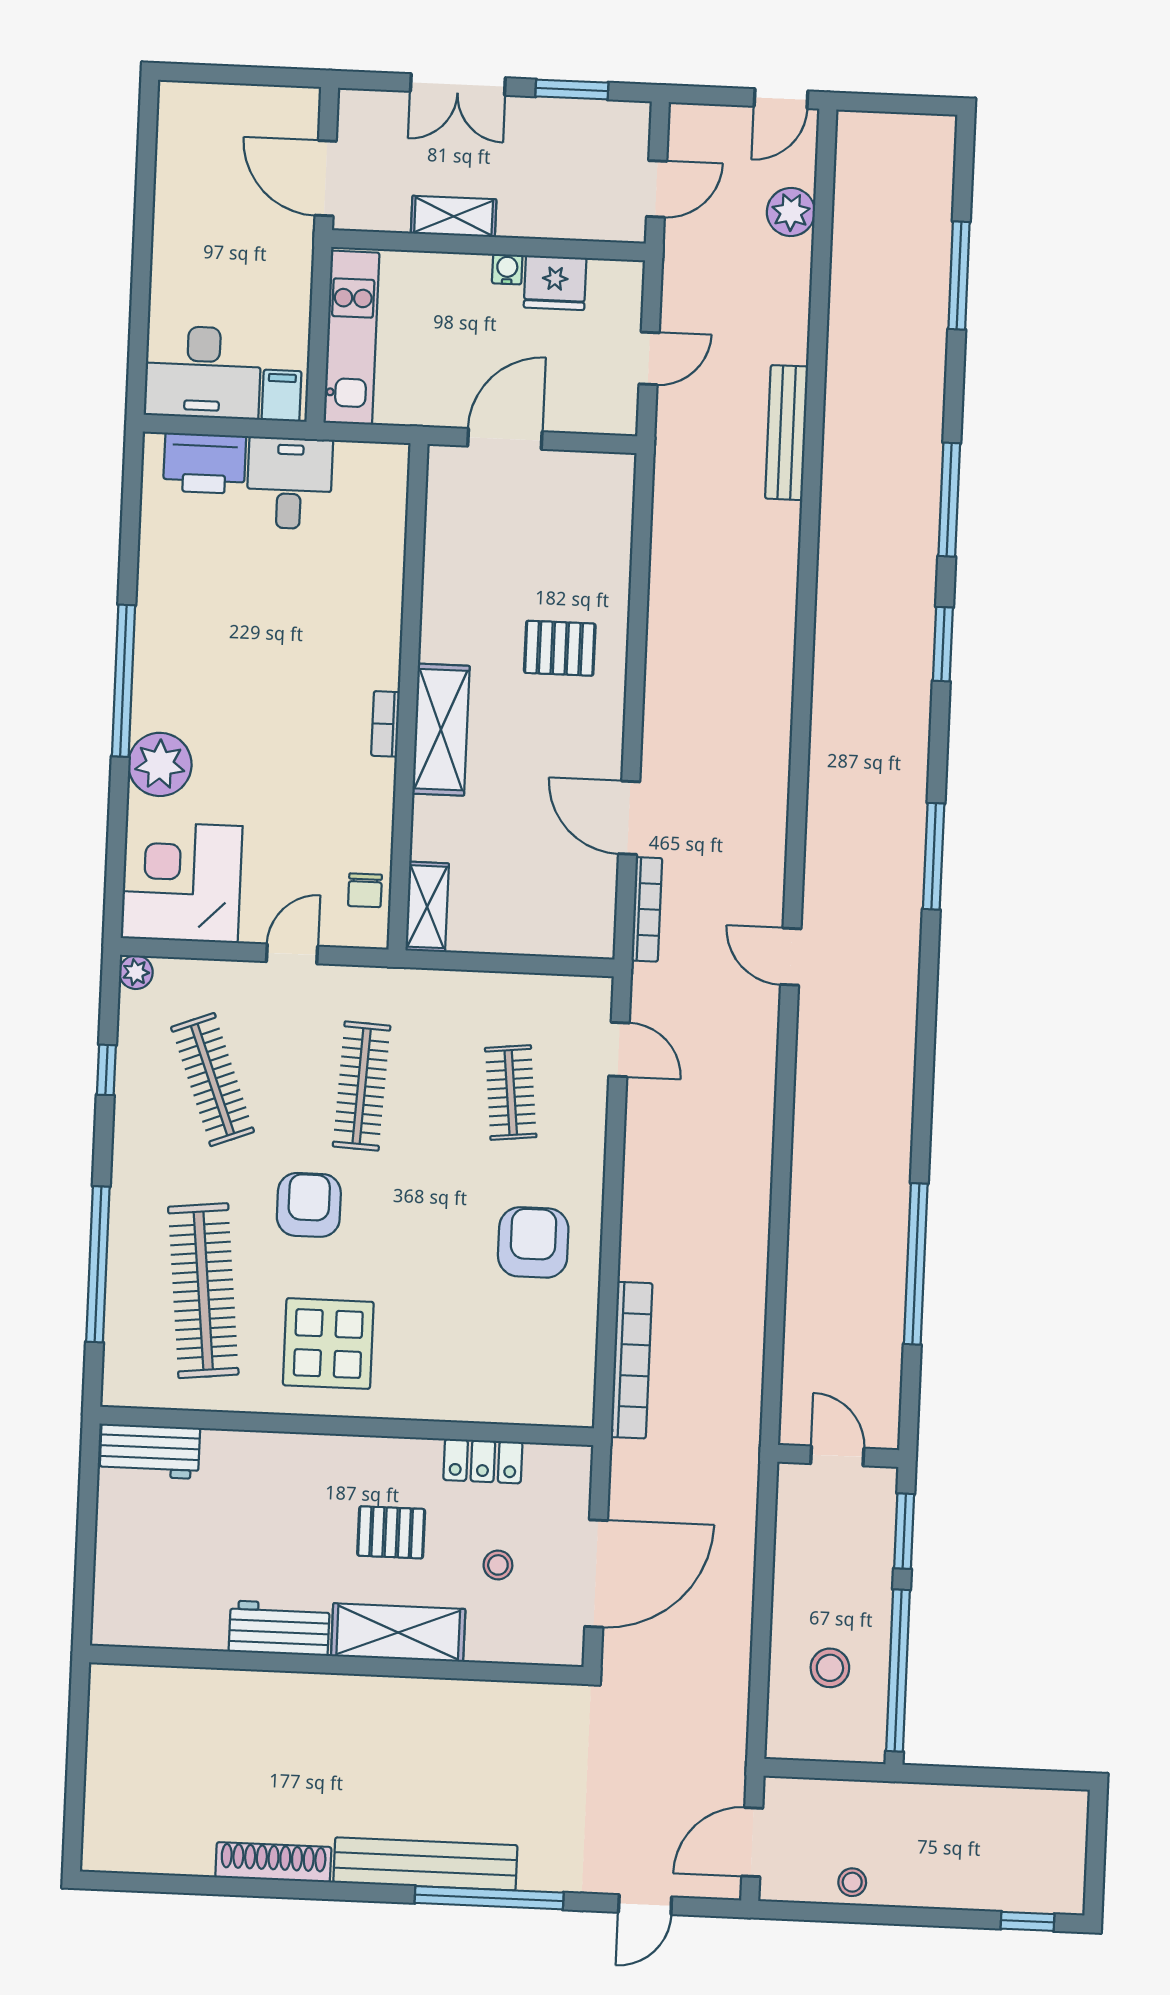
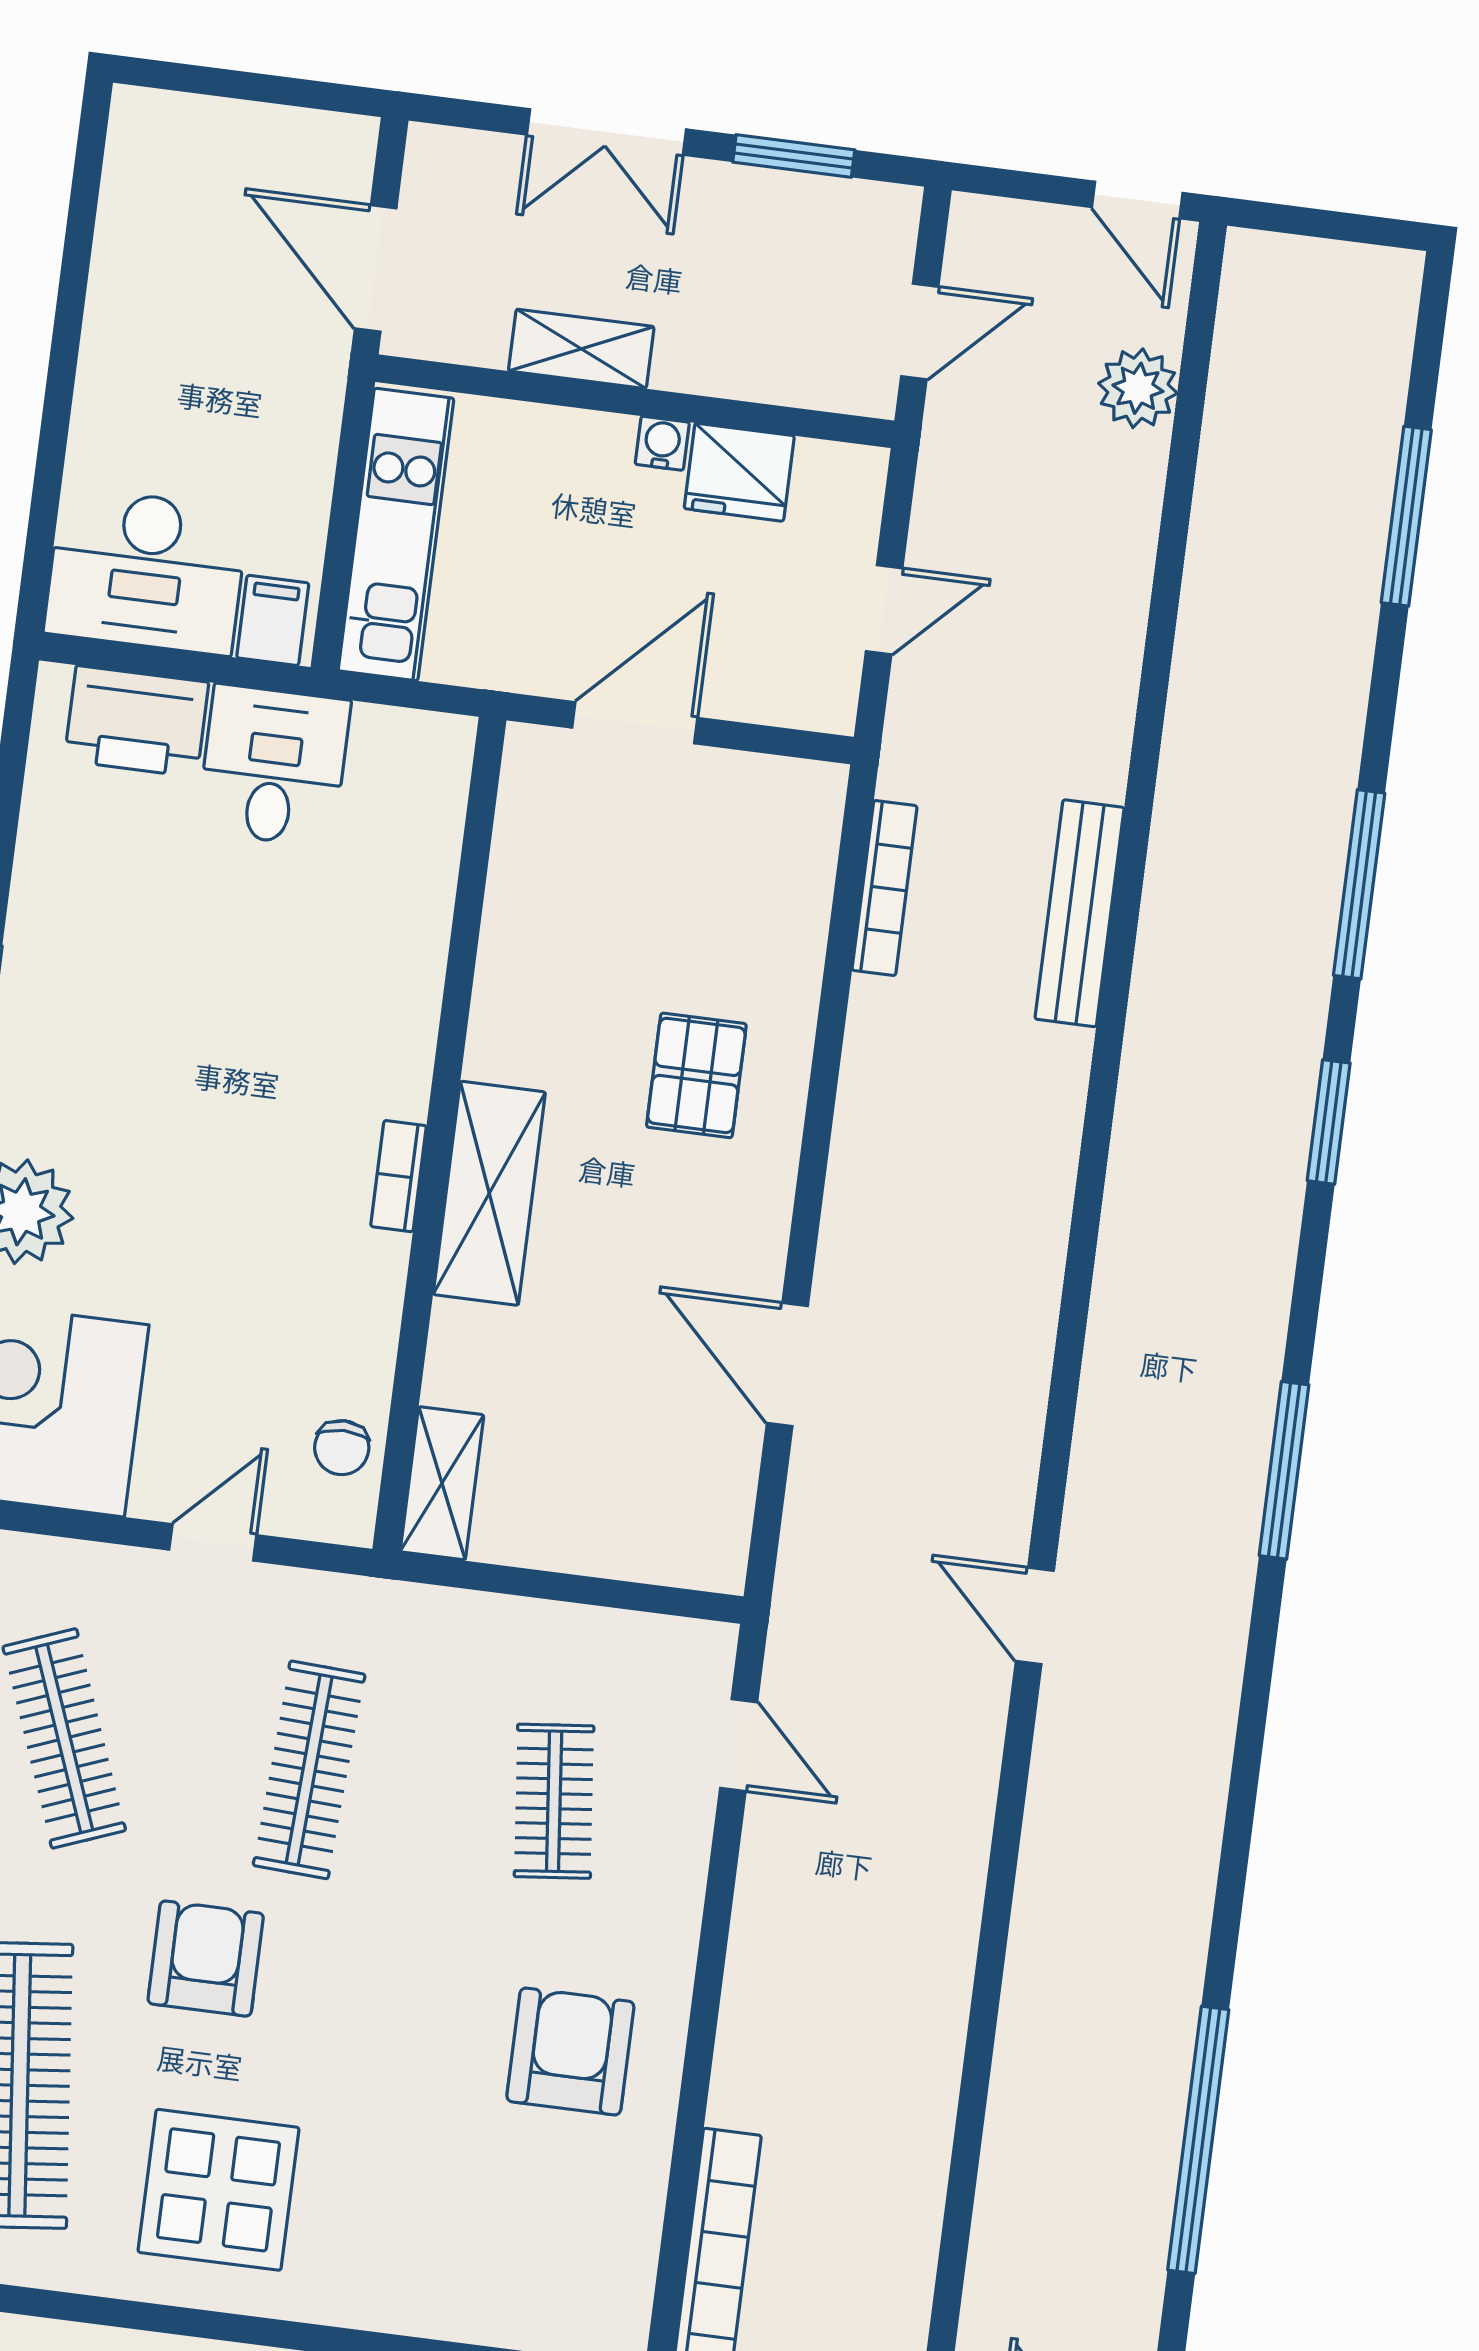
door: (781, 99) -> (1137, 200), hinge flipped
bench: (787, 433) -> (1080, 913), moved
pallet: (560, 648) -> (696, 1075), turned 90
bookcase: (647, 909) -> (885, 888), moved

